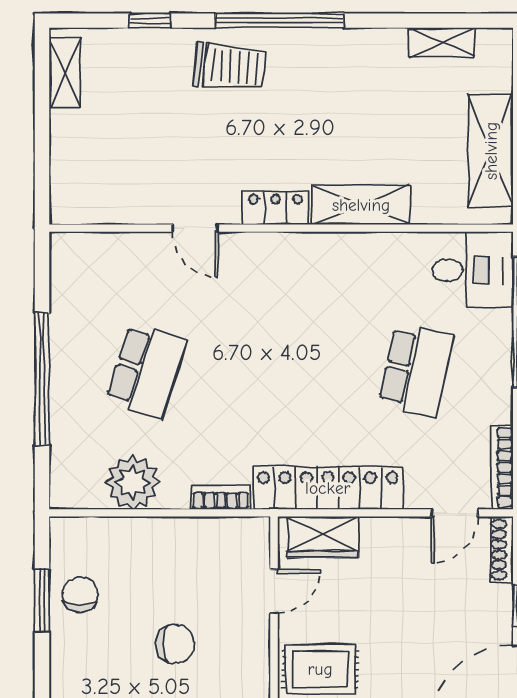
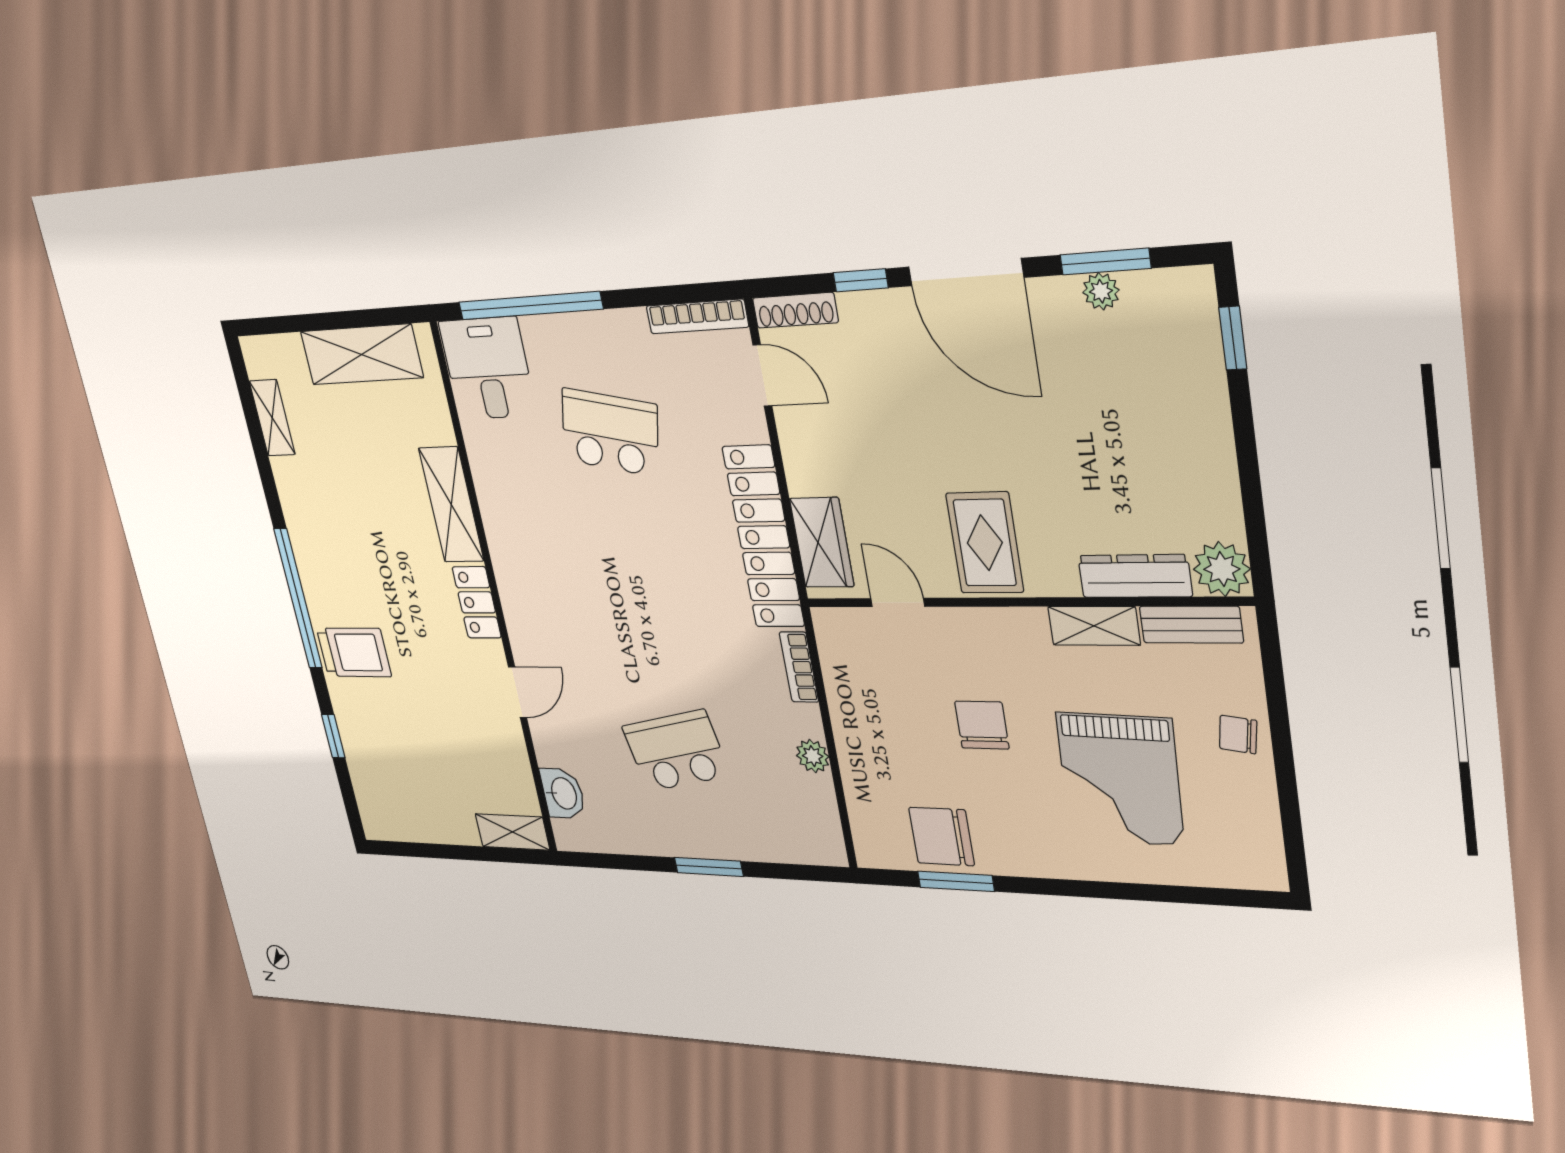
trolley: (230, 67) -> (354, 652), turned 85
shelving: (65, 72) -> (512, 832), moved
washbasin: (103, 251) -> (563, 793), added
school desk: (146, 370) -> (676, 751), turned -30
window: (42, 379) -> (709, 867), width x0.47
plant: (133, 482) -> (813, 756), width x0.53, depth x0.53
chair: (80, 594) -> (942, 837), width x1.37, depth x1.37

